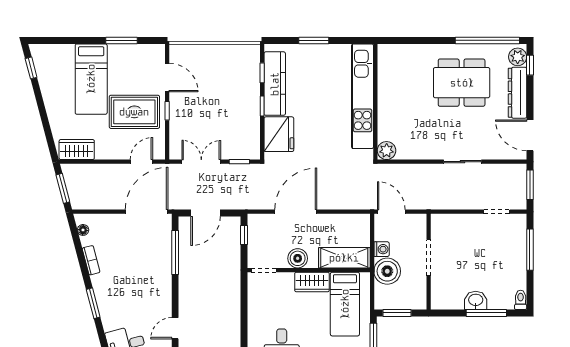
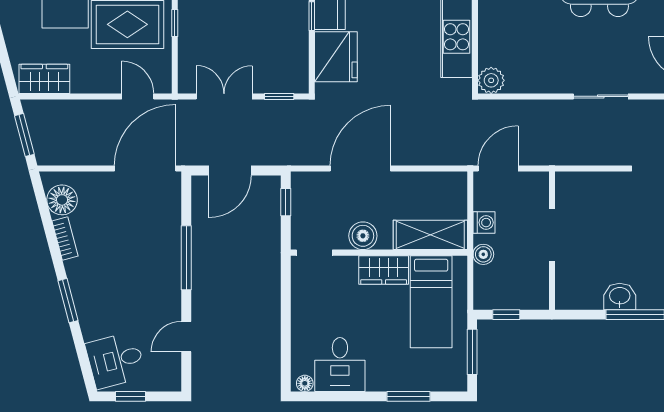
door: (141, 162) -> (138, 96), hinge flipped
door: (391, 212) -> (498, 169), hinge flipped
floor lamp: (83, 230) -> (62, 200), width x1.89, depth x1.89
window: (175, 253) -> (186, 258), moved
boiler: (387, 271) -> (483, 254), width x0.54, depth x0.54
window: (397, 313) -> (506, 315), width x0.67

